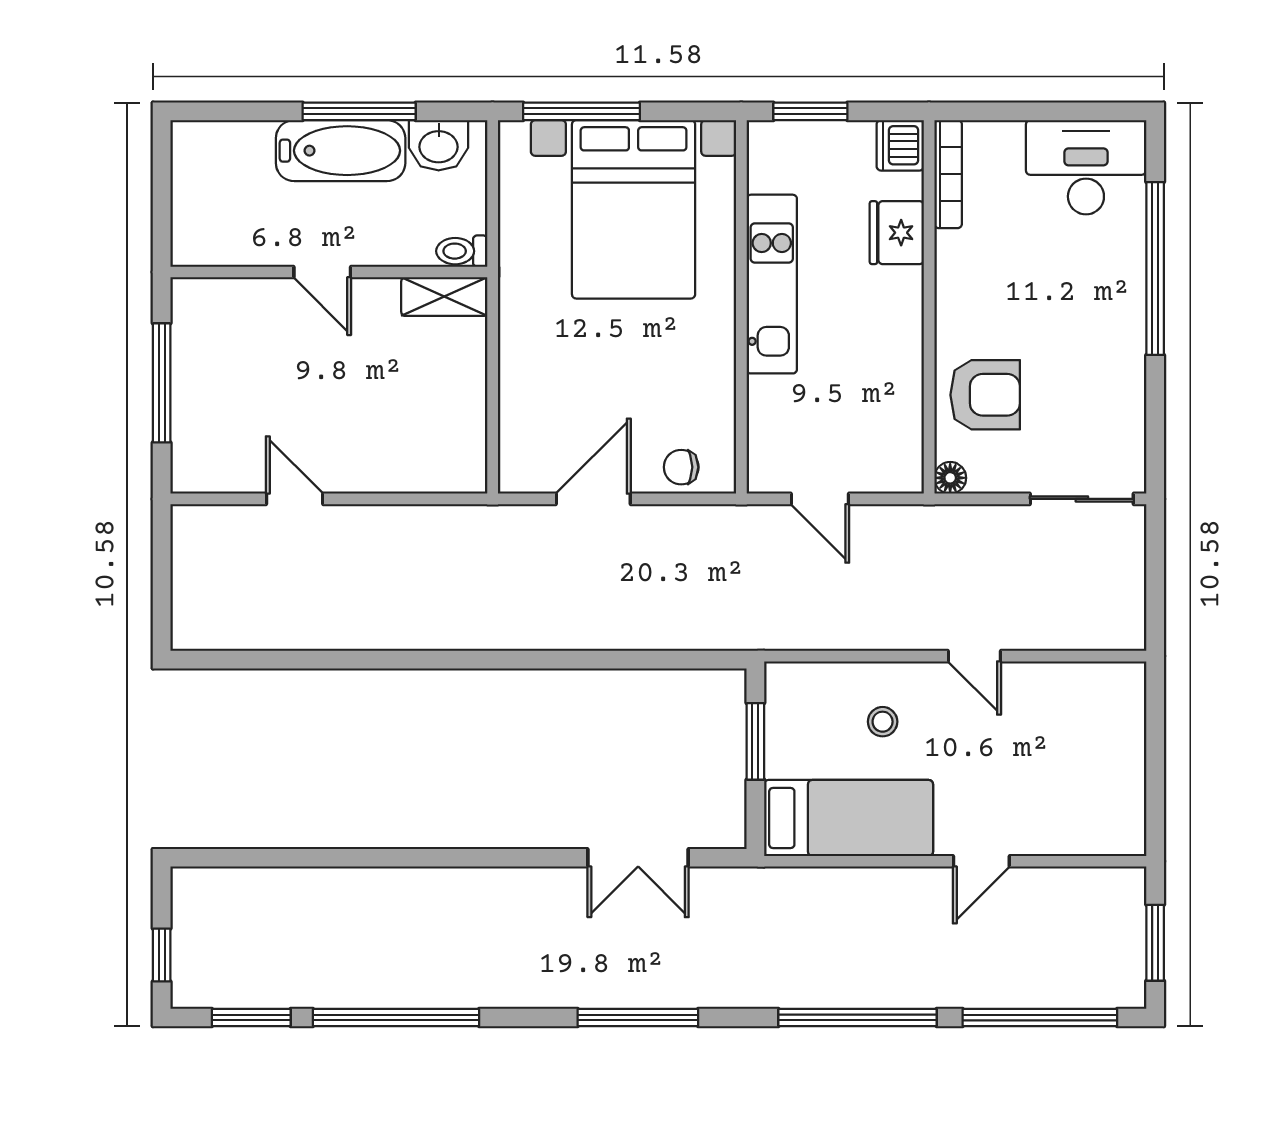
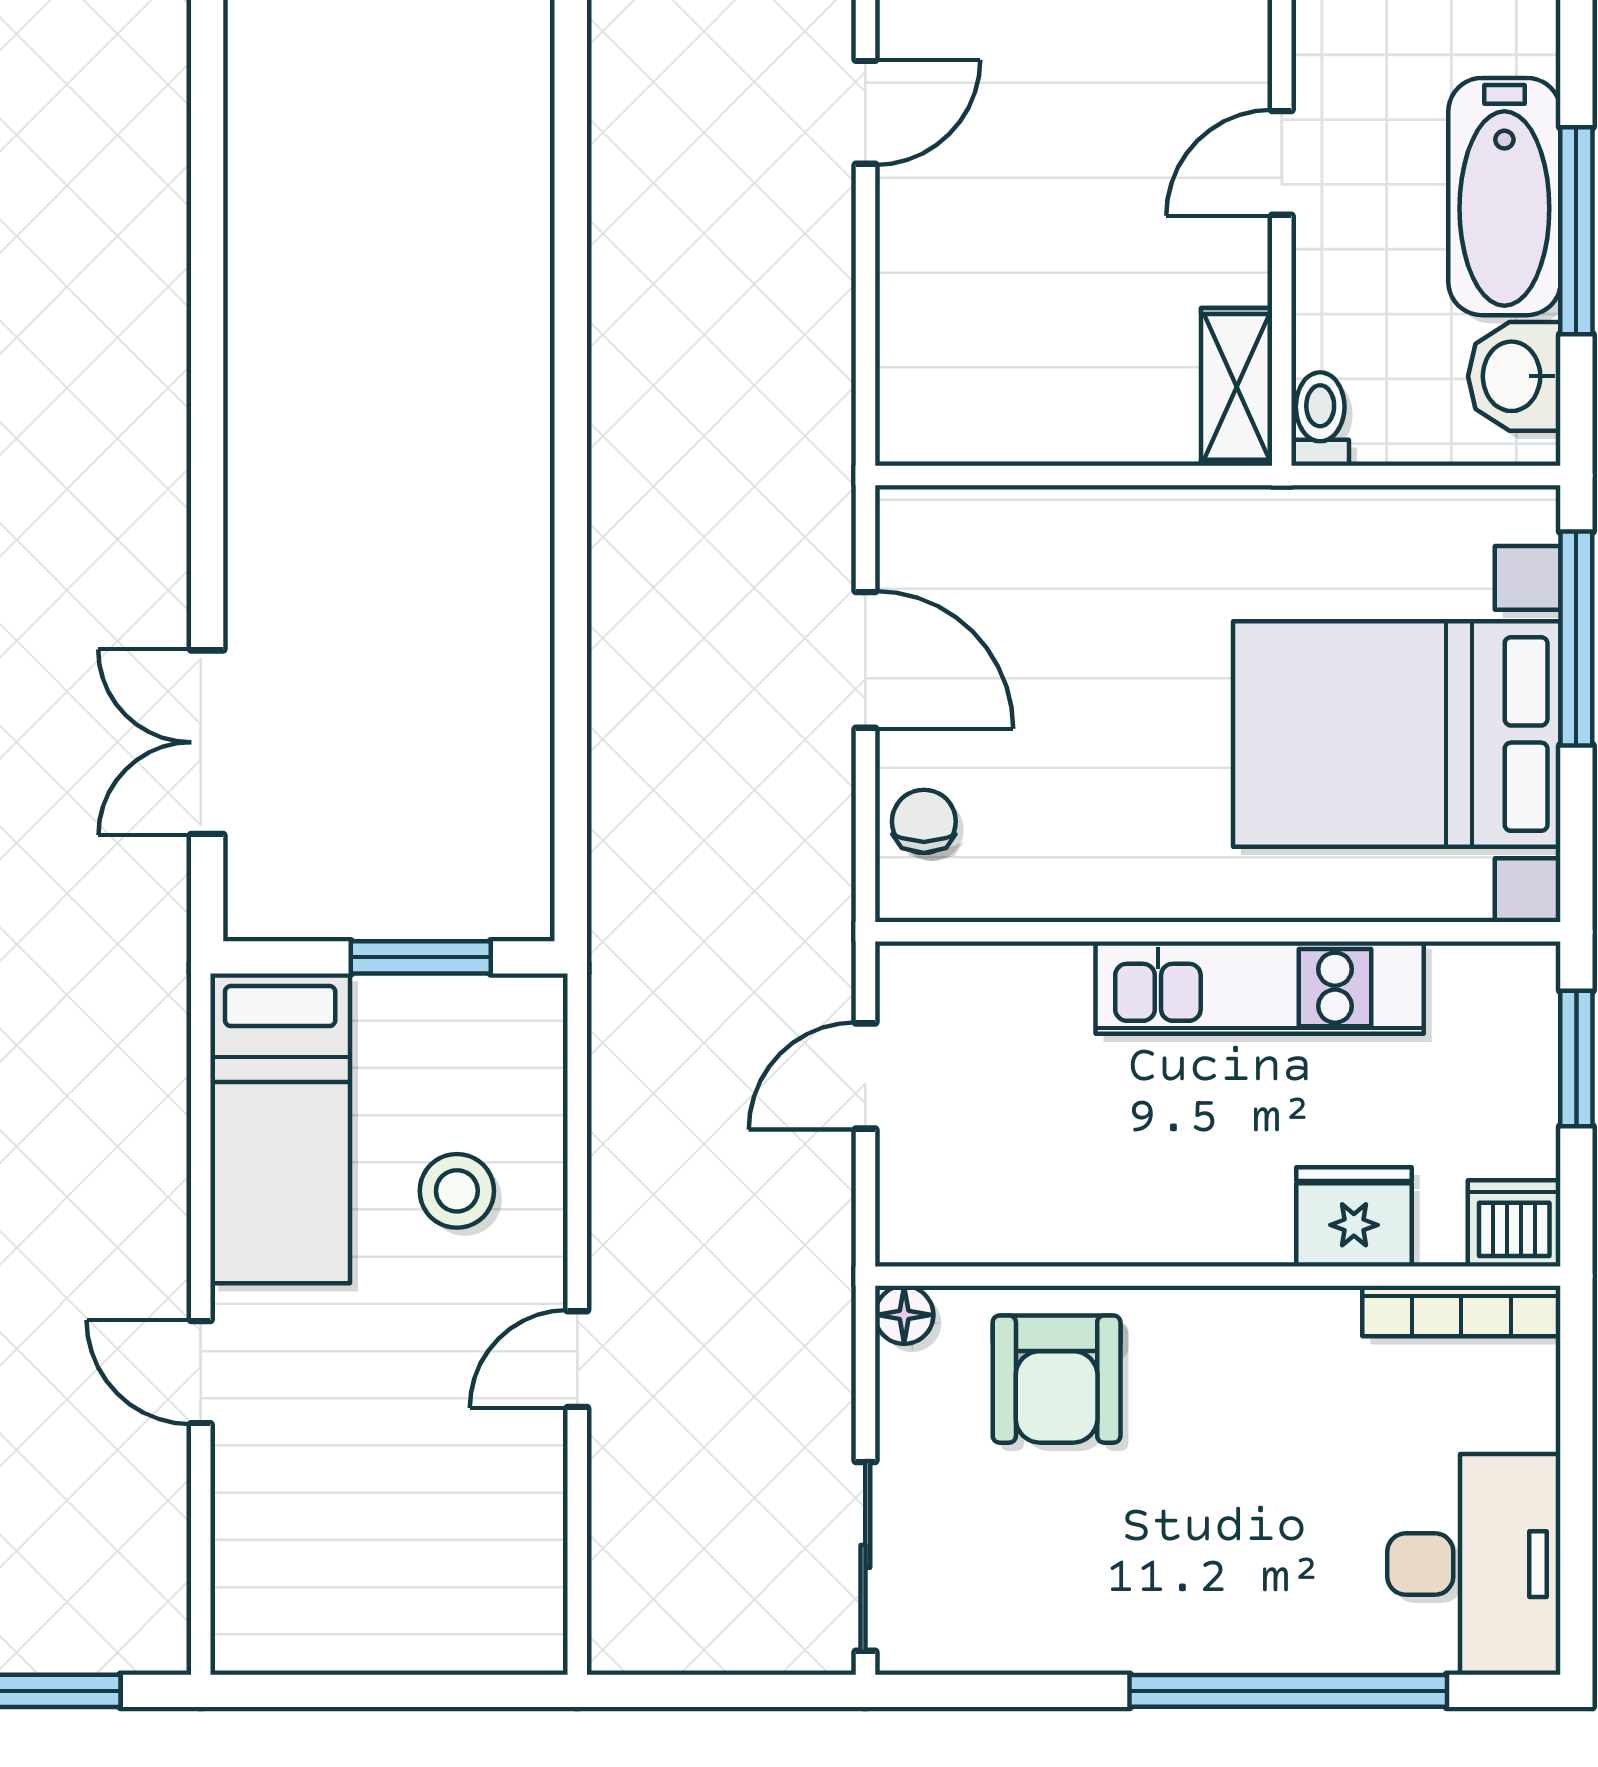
stool: (883, 722) -> (457, 1191), width x1.37, depth x1.37

